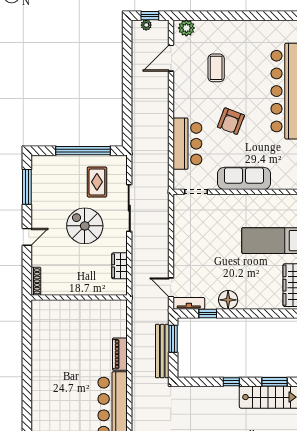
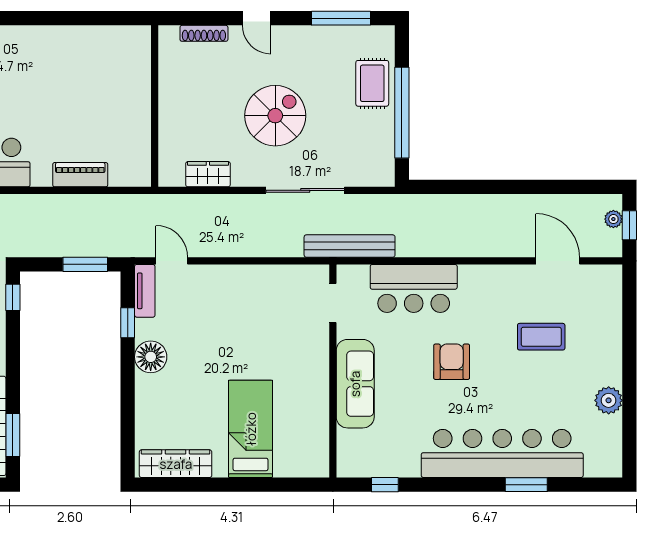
plant: (186, 28) -> (609, 400), moved
armchair: (231, 121) -> (452, 362), turned 69
rug: (97, 182) -> (372, 83), moved, turned 90
shoe rack: (36, 281) -> (204, 33), moved
door: (171, 287) -> (172, 261), hinge flipped
bench: (162, 351) -> (350, 246), moved
piano: (120, 354) -> (80, 175), moved
window: (231, 382) -> (13, 297), moved

